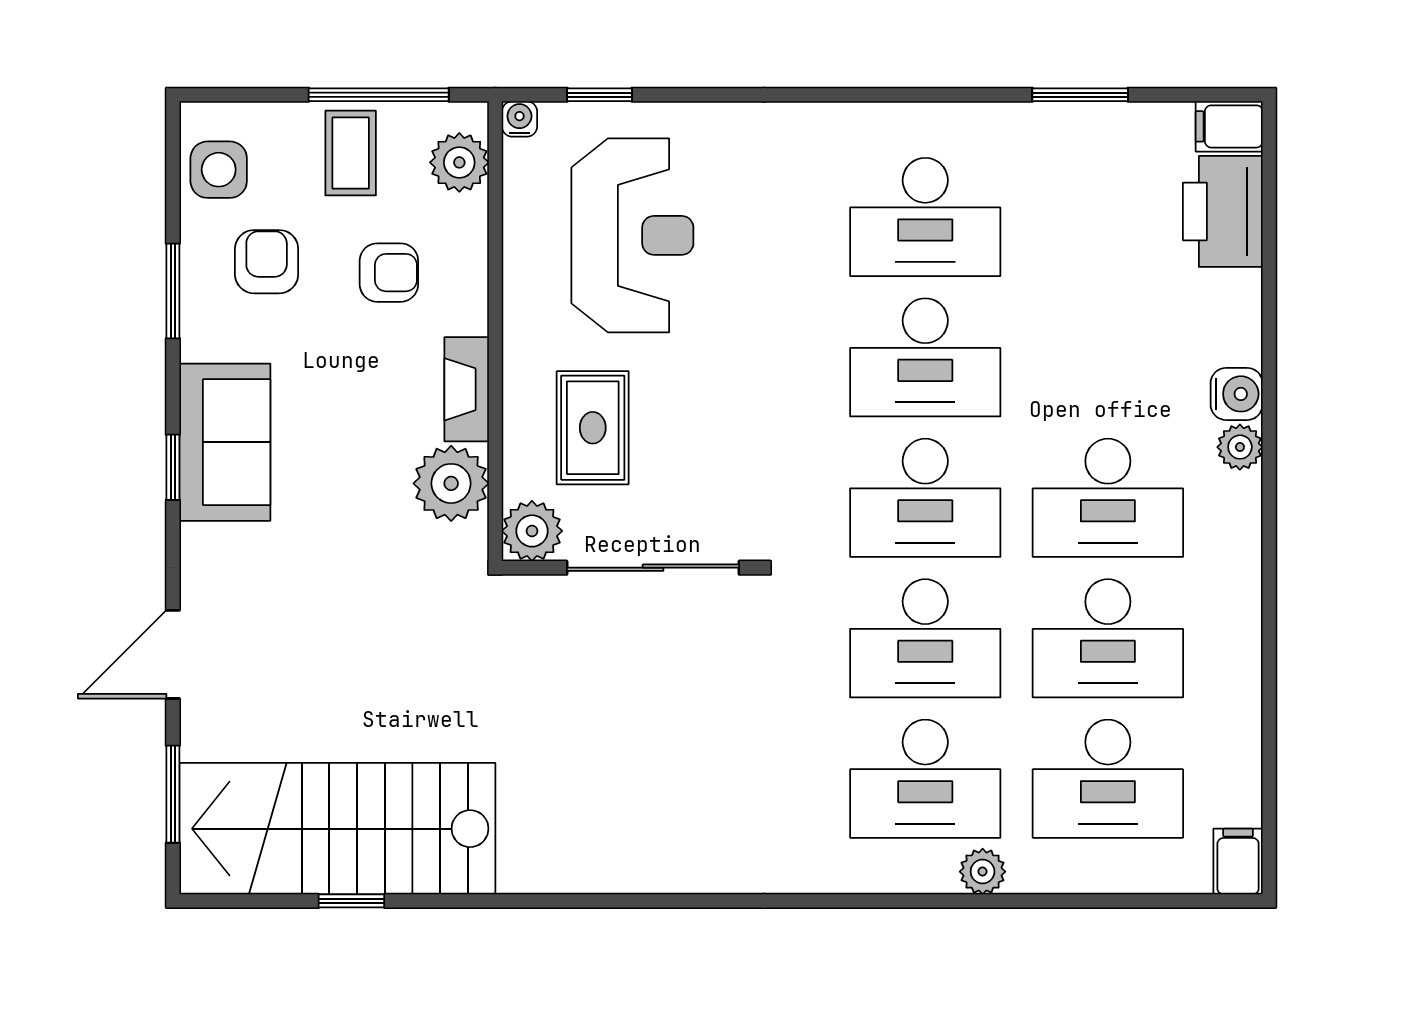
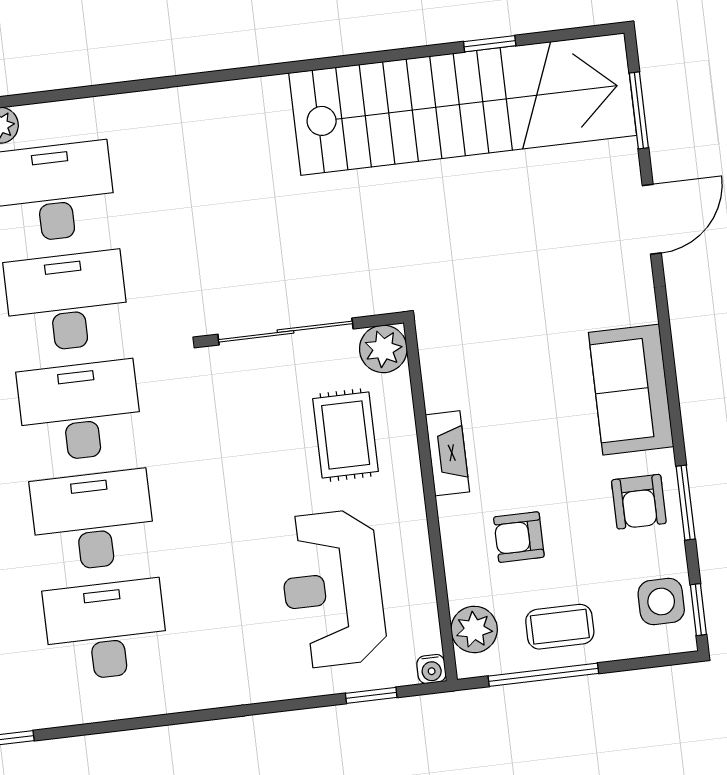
coffee table: (351, 153) -> (560, 627), turned 90
armchair: (267, 262) -> (639, 502), moved
window: (173, 467) -> (698, 610), moved
plant: (451, 483) -> (451, 378), removed
stairs: (337, 829) -> (463, 104), width x1.36

